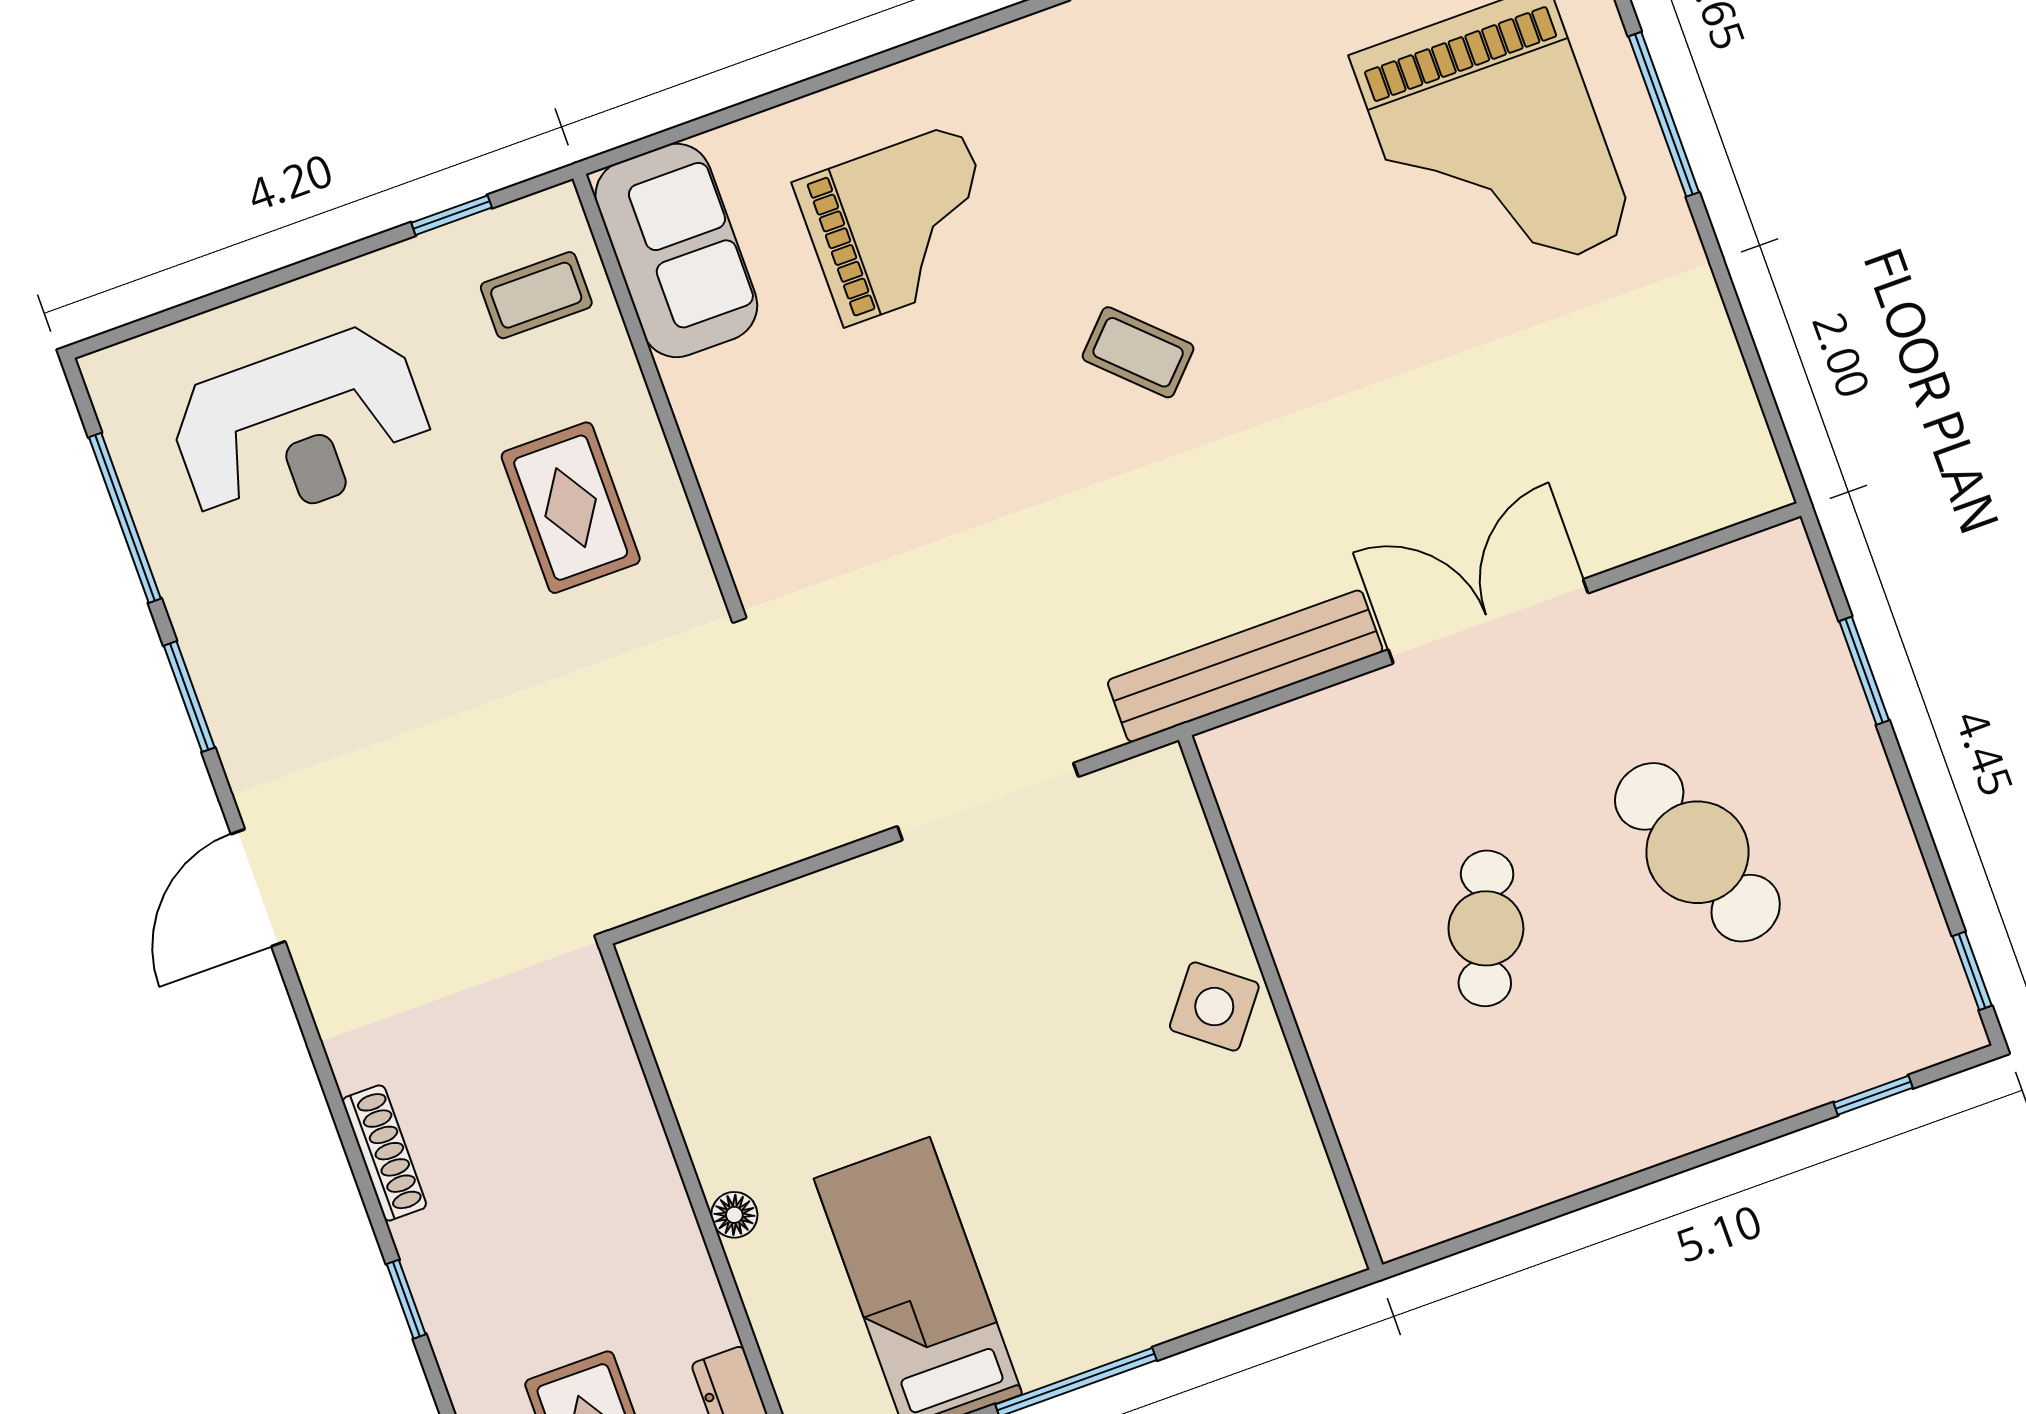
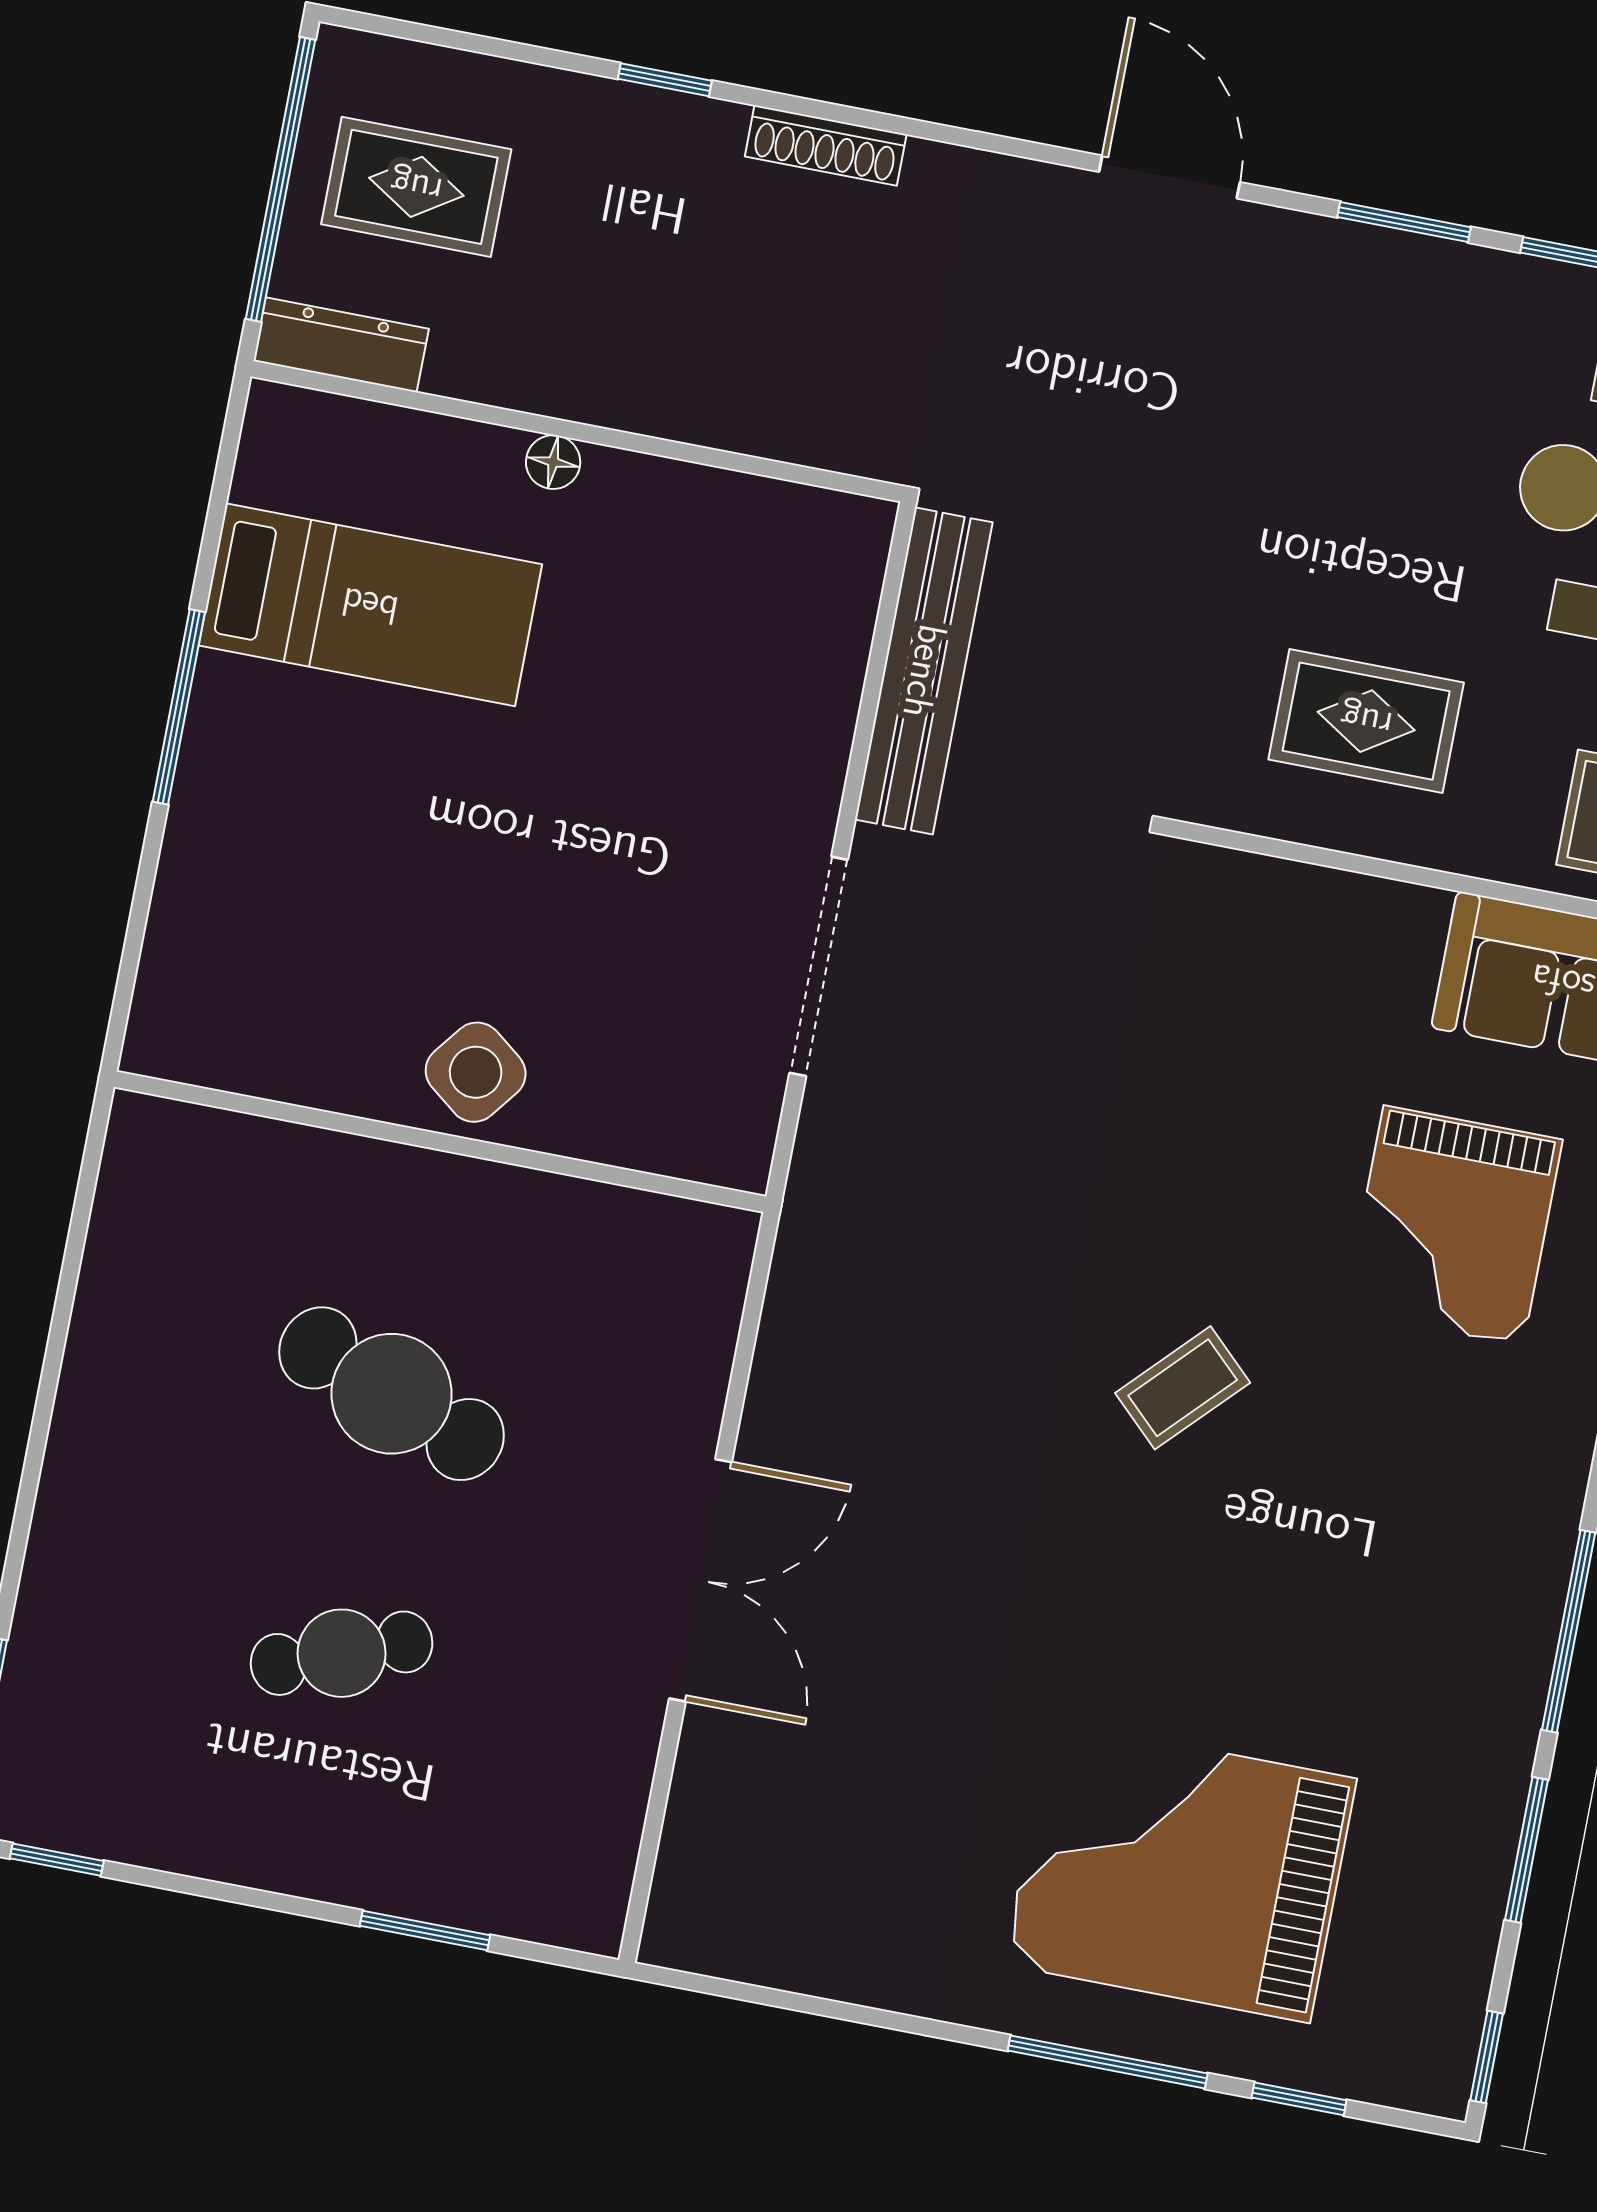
bench: (1245, 666) -> (924, 671), moved
cafe table: (1697, 852) -> (342, 1653), width x0.73, depth x0.74
cafe table: (1486, 928) -> (392, 1394), width x1.37, depth x1.35

